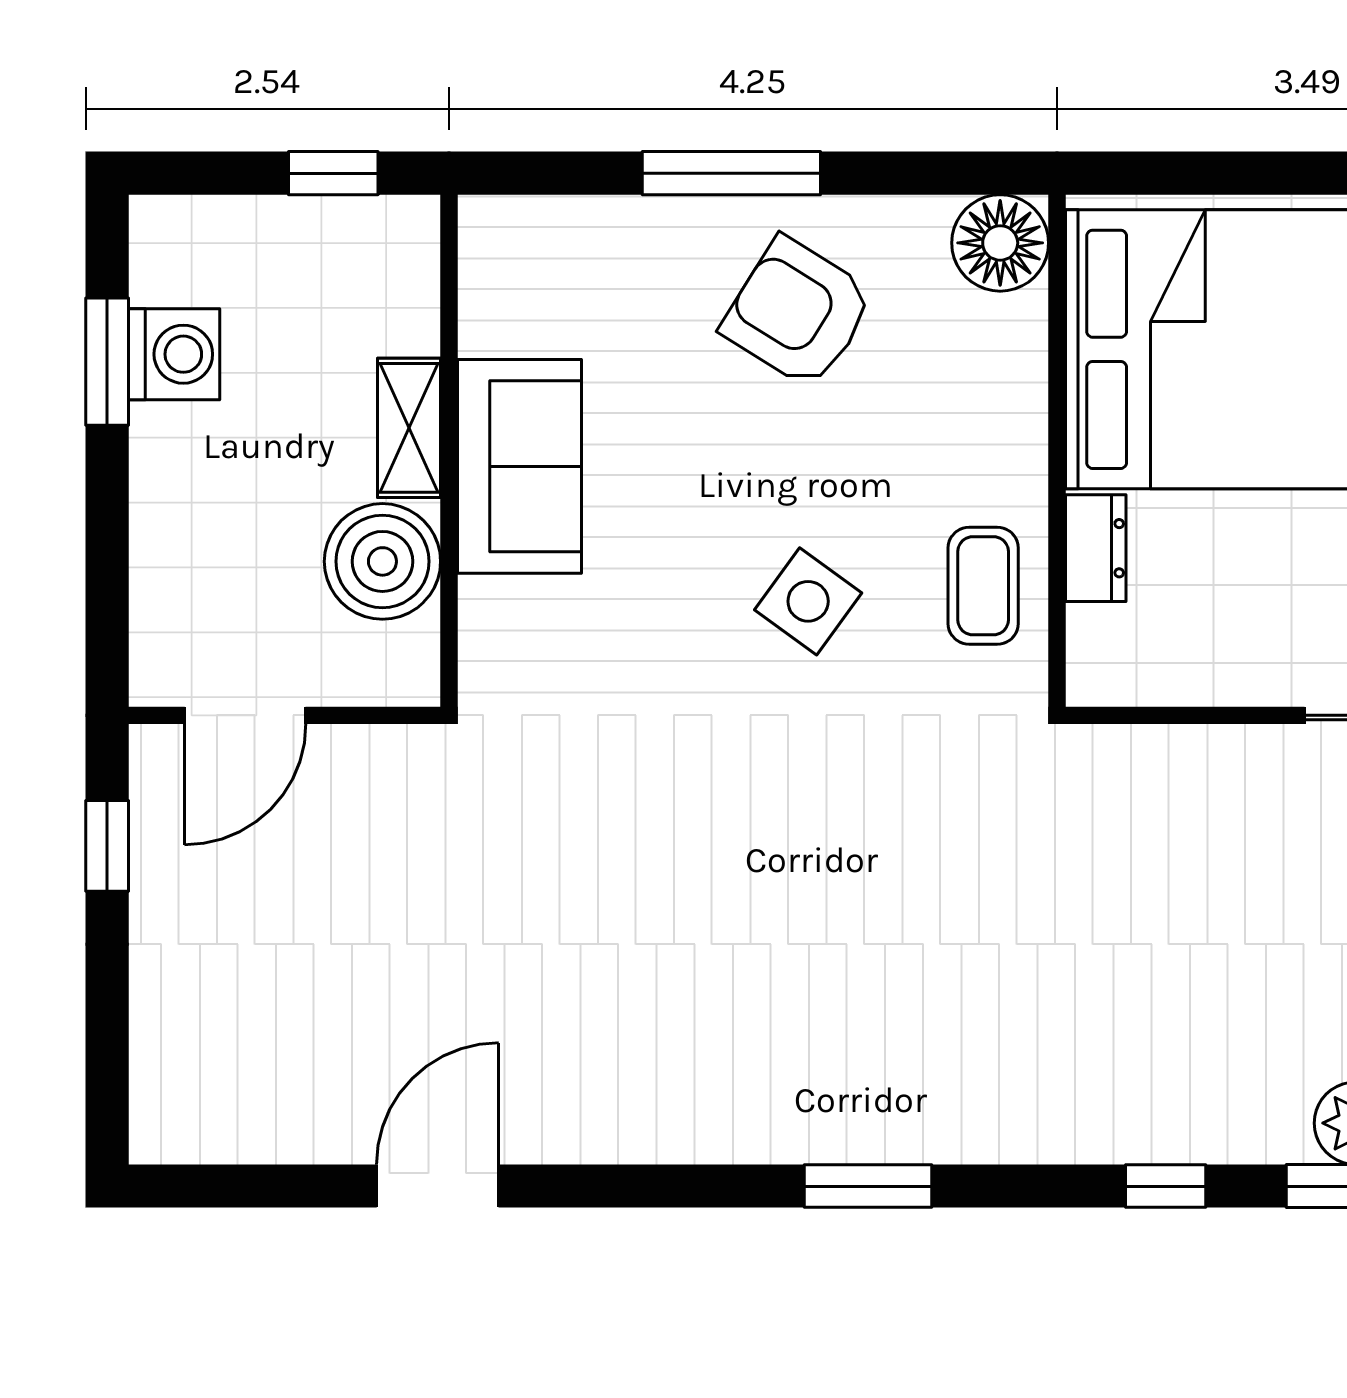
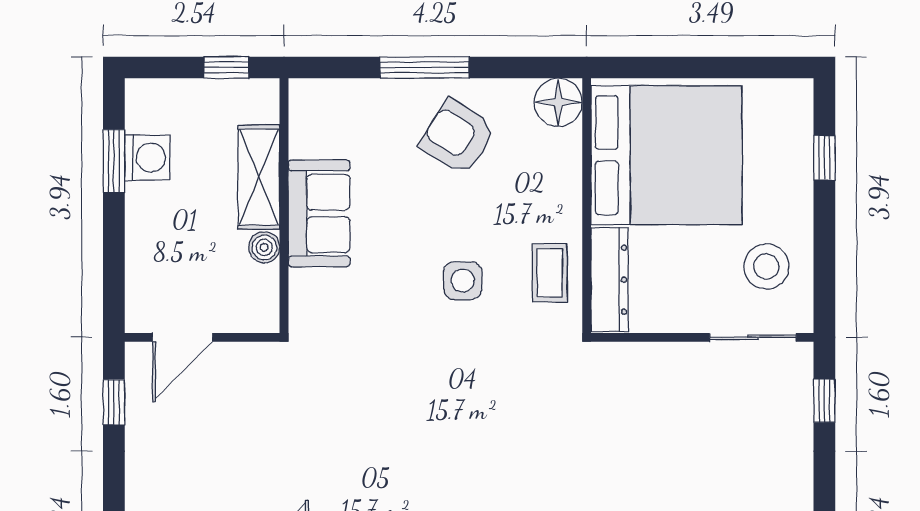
shelving: (409, 428) -> (259, 177), width x1.50, depth x1.33
dresser: (1096, 548) -> (609, 280), width x1.96, depth x1.24
boiler: (382, 561) -> (264, 247), width x0.54, depth x0.54
side table: (808, 601) -> (463, 281), turned -36

